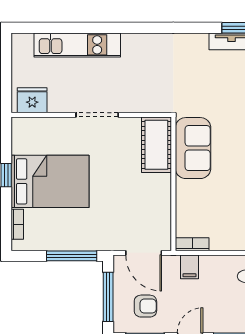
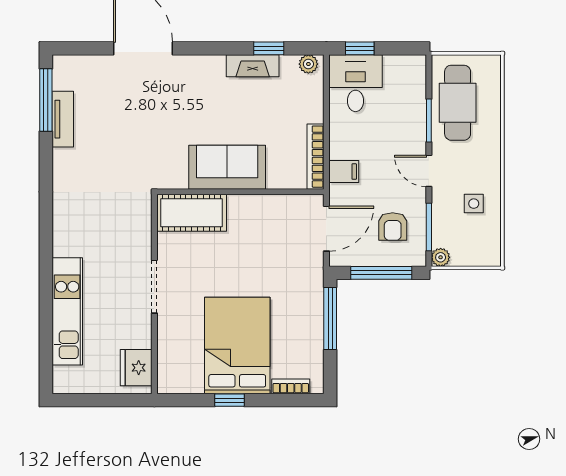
sofa: (193, 148) -> (227, 167), moved
bookcase: (192, 244) -> (316, 157), width x1.56
armchair: (145, 306) -> (393, 227), turned 180

